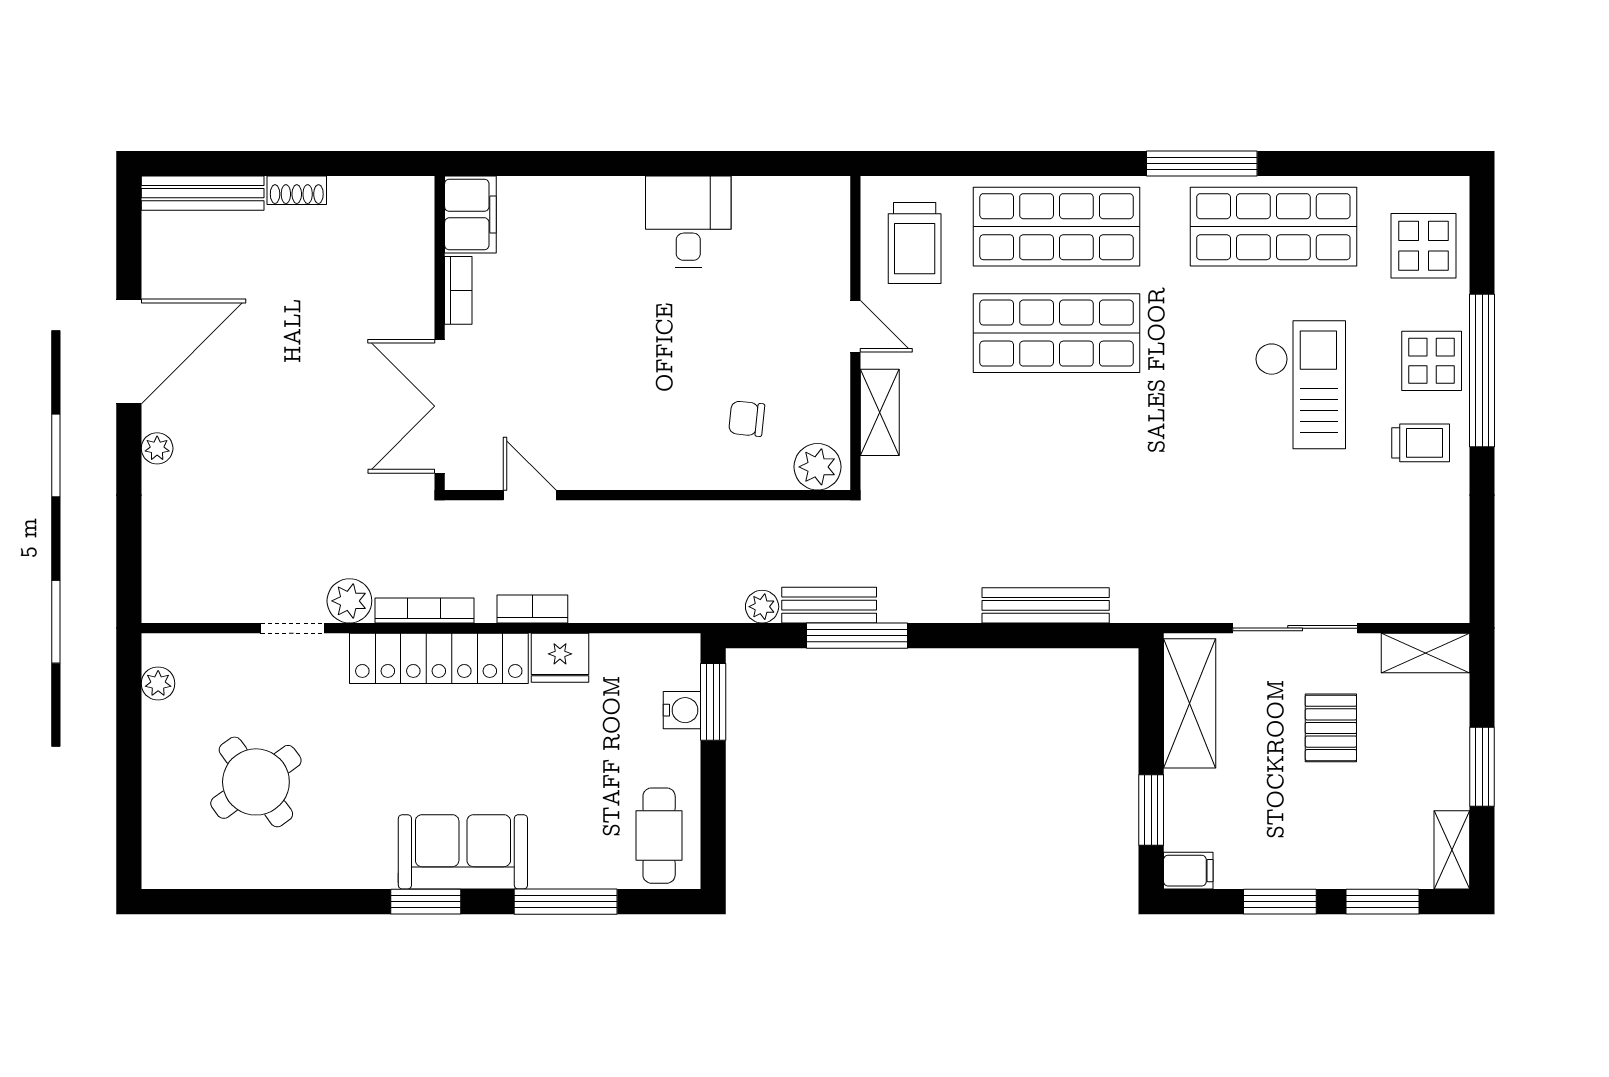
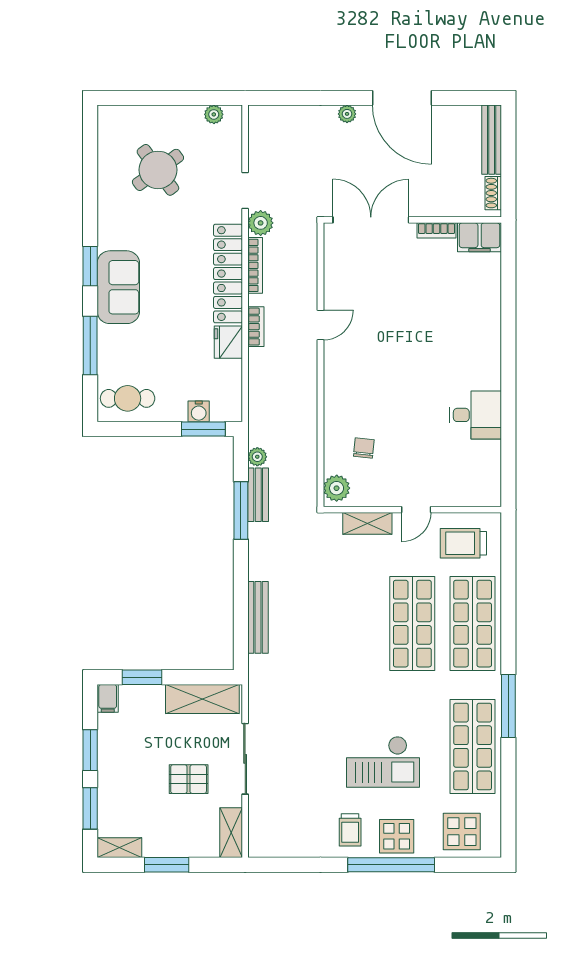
filing cabinet: (470, 215) -> (480, 237), moved
bookcase: (458, 290) -> (437, 230), moved
wall: (440, 333) -> (412, 220), moved
double door: (440, 406) -> (371, 220), moved

